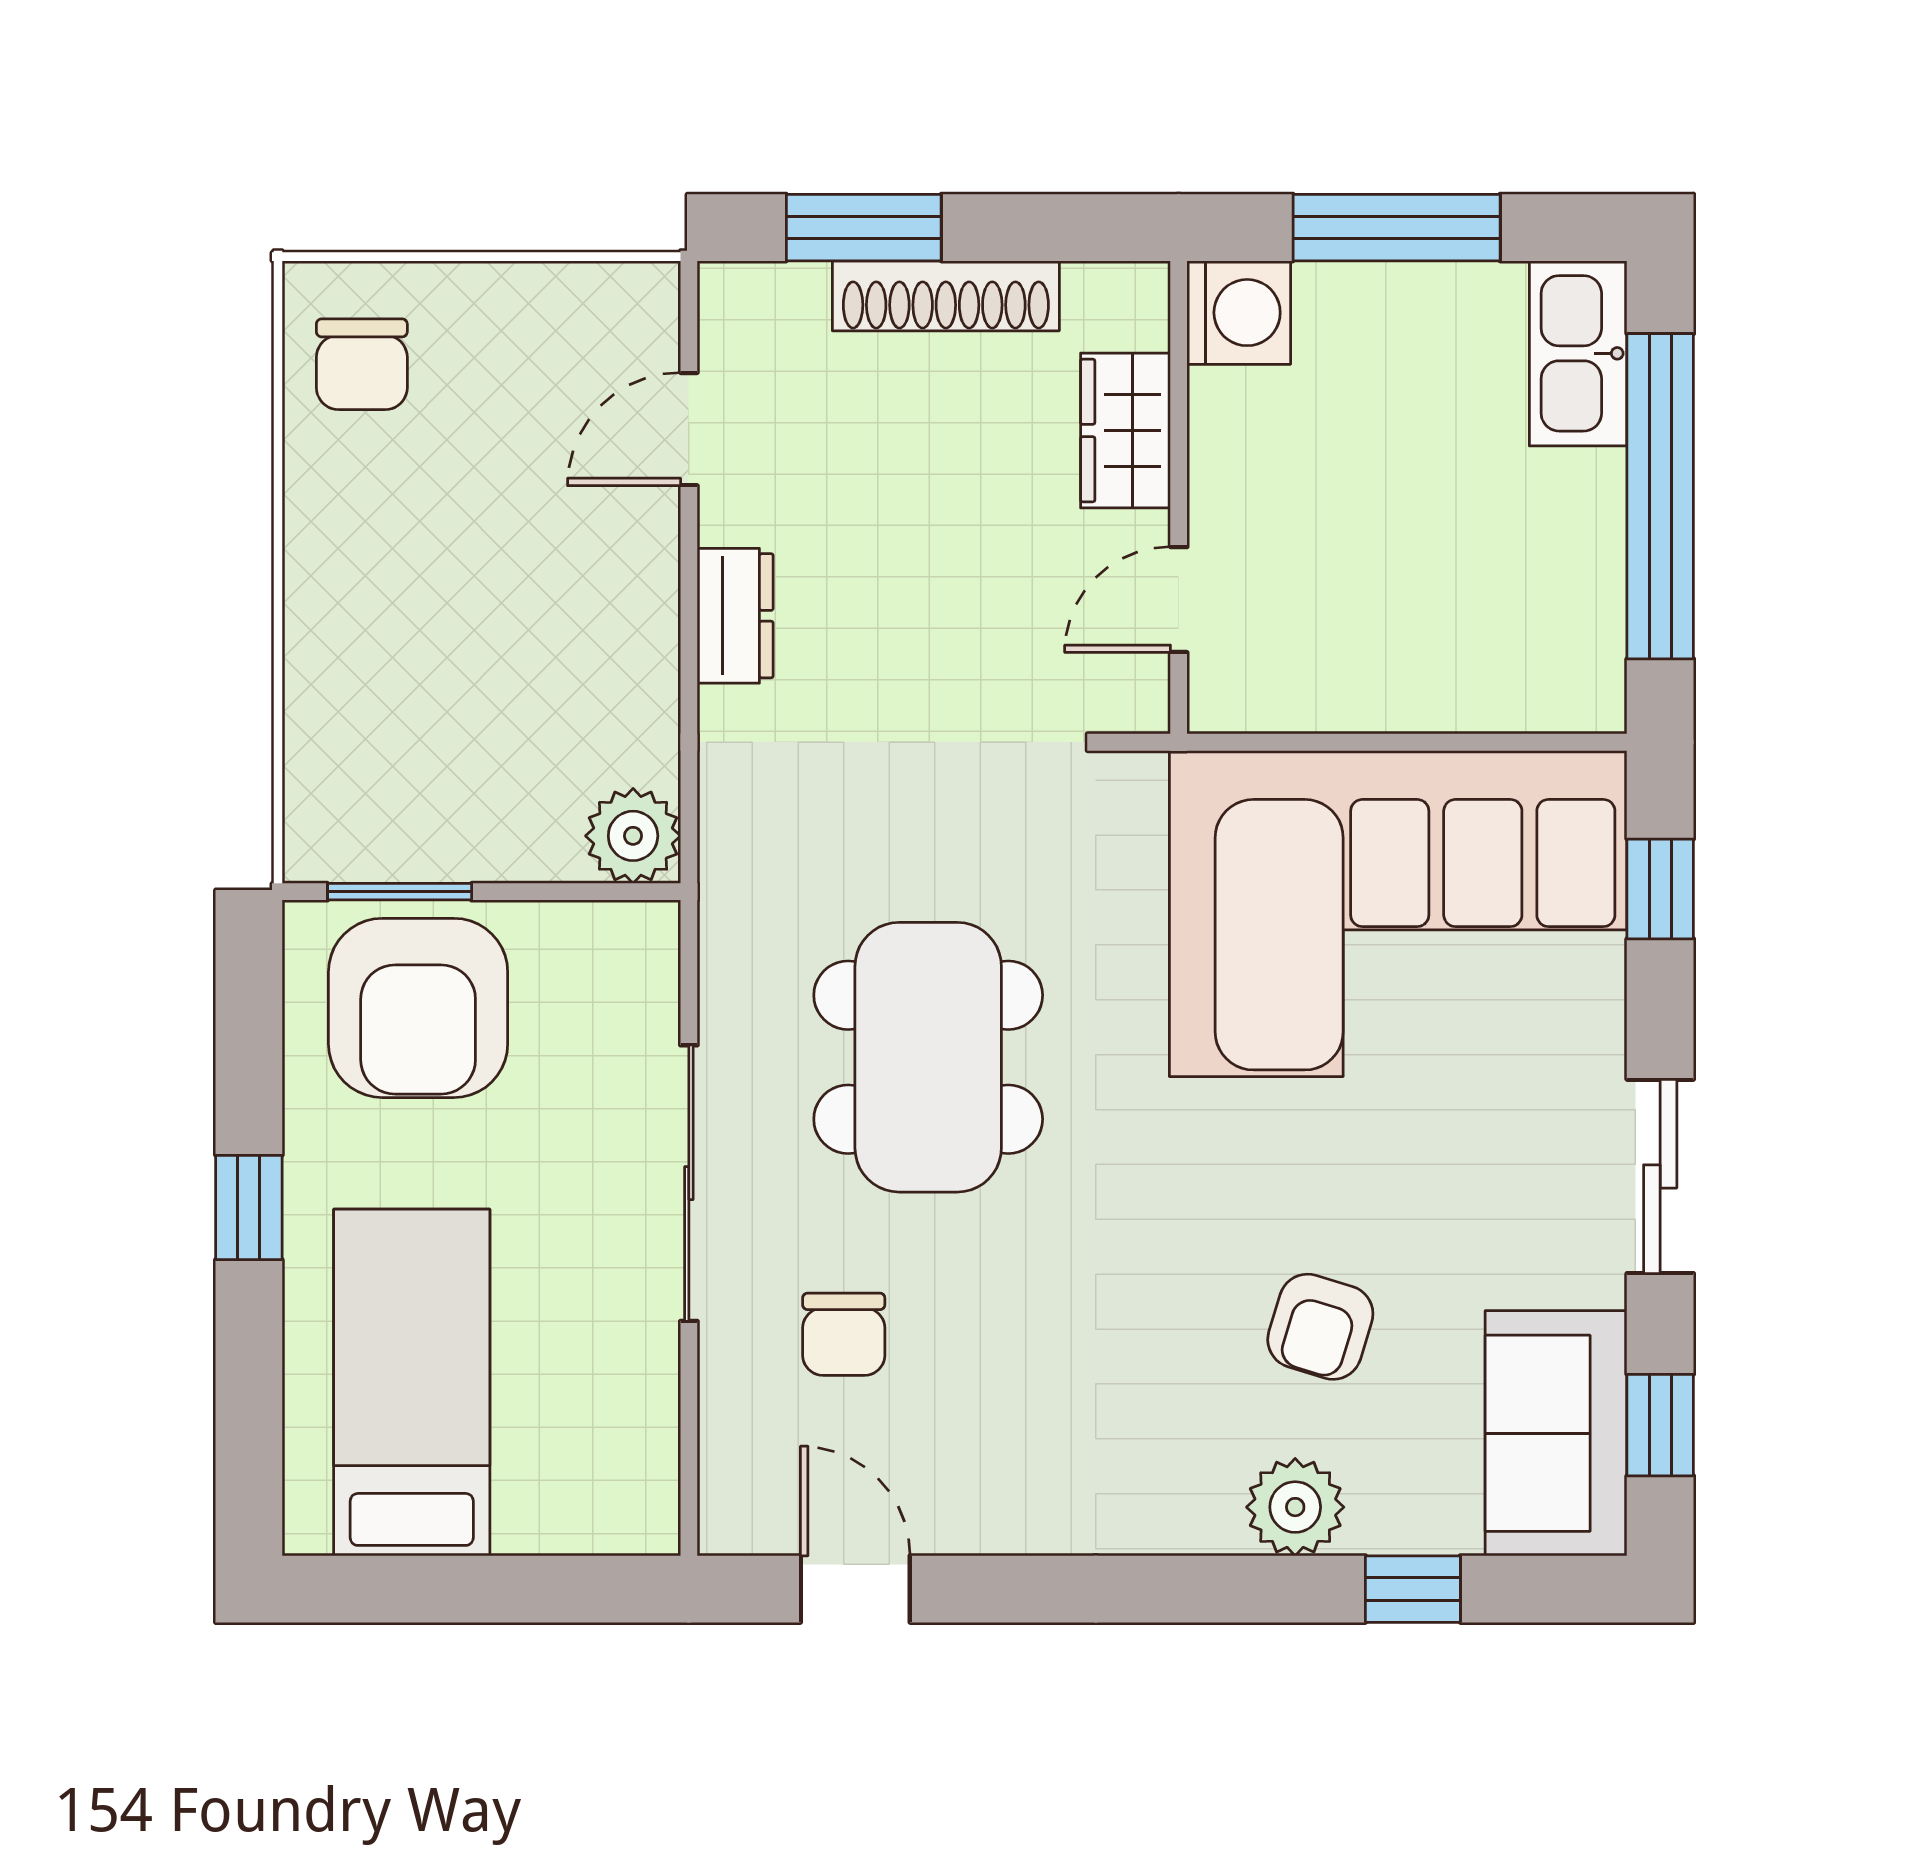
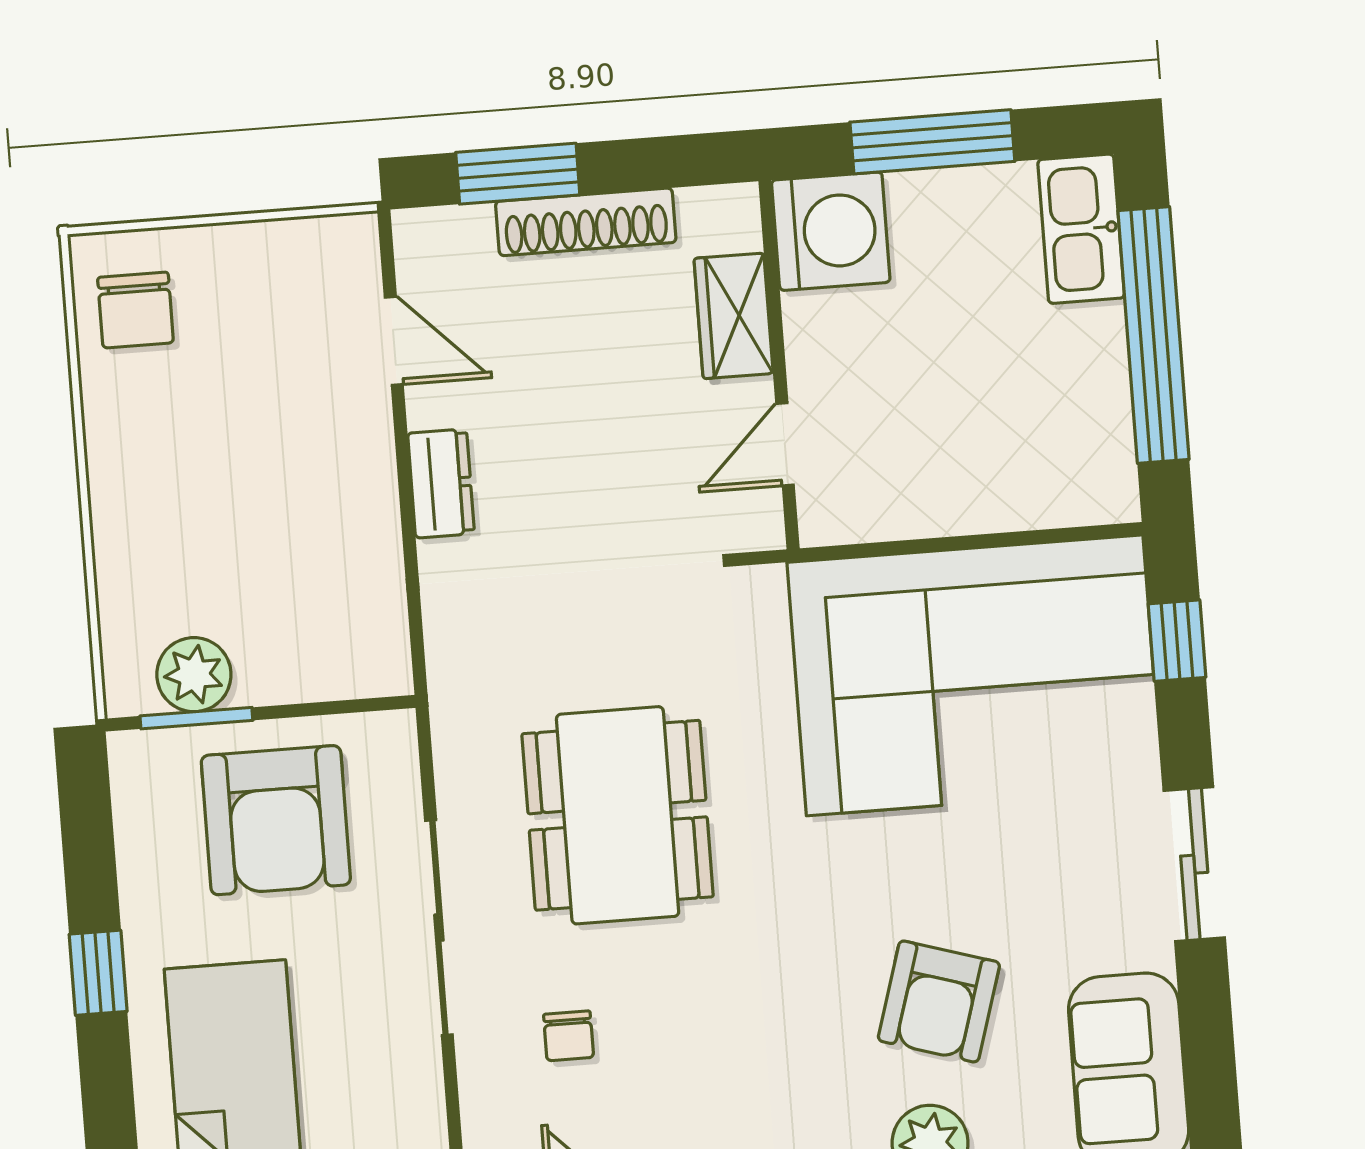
washing machine: (1239, 313) -> (831, 231), width x1.37, depth x1.37
door: (689, 429) -> (394, 341), swing flipped
plant: (633, 836) -> (194, 675), moved
armchair: (418, 1008) -> (276, 820), moved
armchair: (1320, 1327) -> (939, 1001), width x1.38, depth x1.38
chair: (844, 1334) -> (568, 1036), width x0.73, depth x0.73
window: (1660, 1425) -> (1209, 1058), removed

